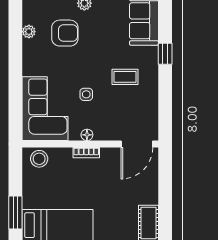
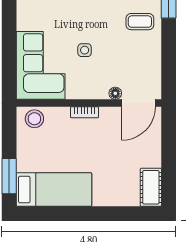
coffee table: (125, 77) -> (140, 22), moved
floor lamp: (87, 135) -> (115, 93), moved

